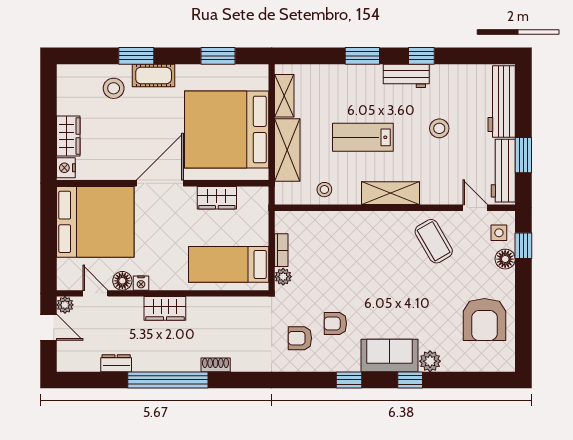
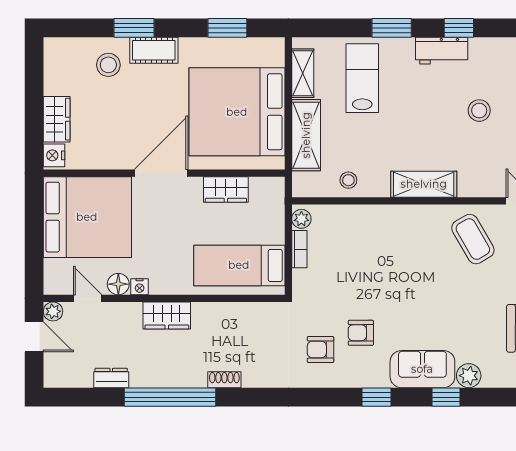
lab bench: (363, 137) -> (362, 78), moved, turned 90
plant: (283, 277) -> (301, 219), moved

